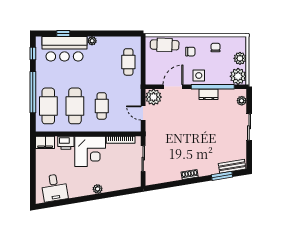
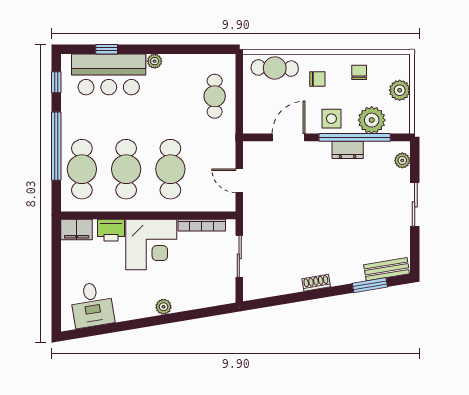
plant: (238, 76) -> (372, 120), moved
plant: (154, 97) -> (256, 154), removed
cafe table: (102, 106) -> (170, 169), width x1.37, depth x1.35

